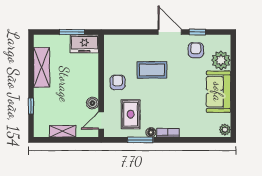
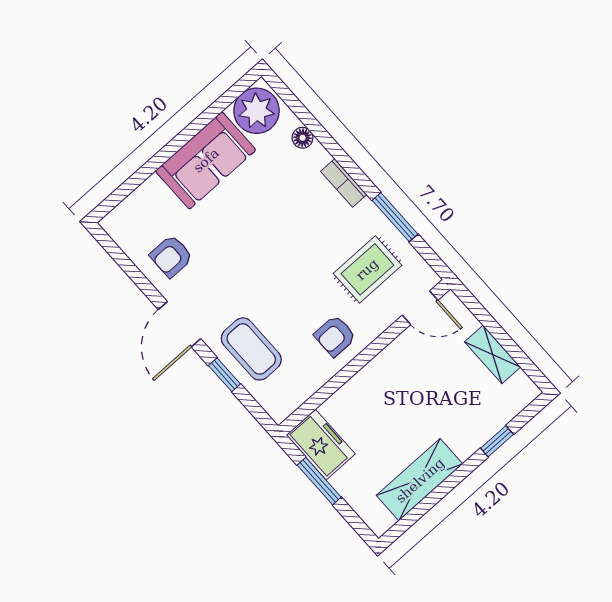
window: (197, 32) -> (224, 375), moved
plant: (221, 60) -> (151, 201), removed
coffee table: (152, 70) -> (251, 349), moved
boiler: (92, 103) -> (404, 347), removed
plant: (225, 130) -> (256, 111), width x1.88, depth x1.88
floor lamp: (151, 132) -> (303, 138), moved

